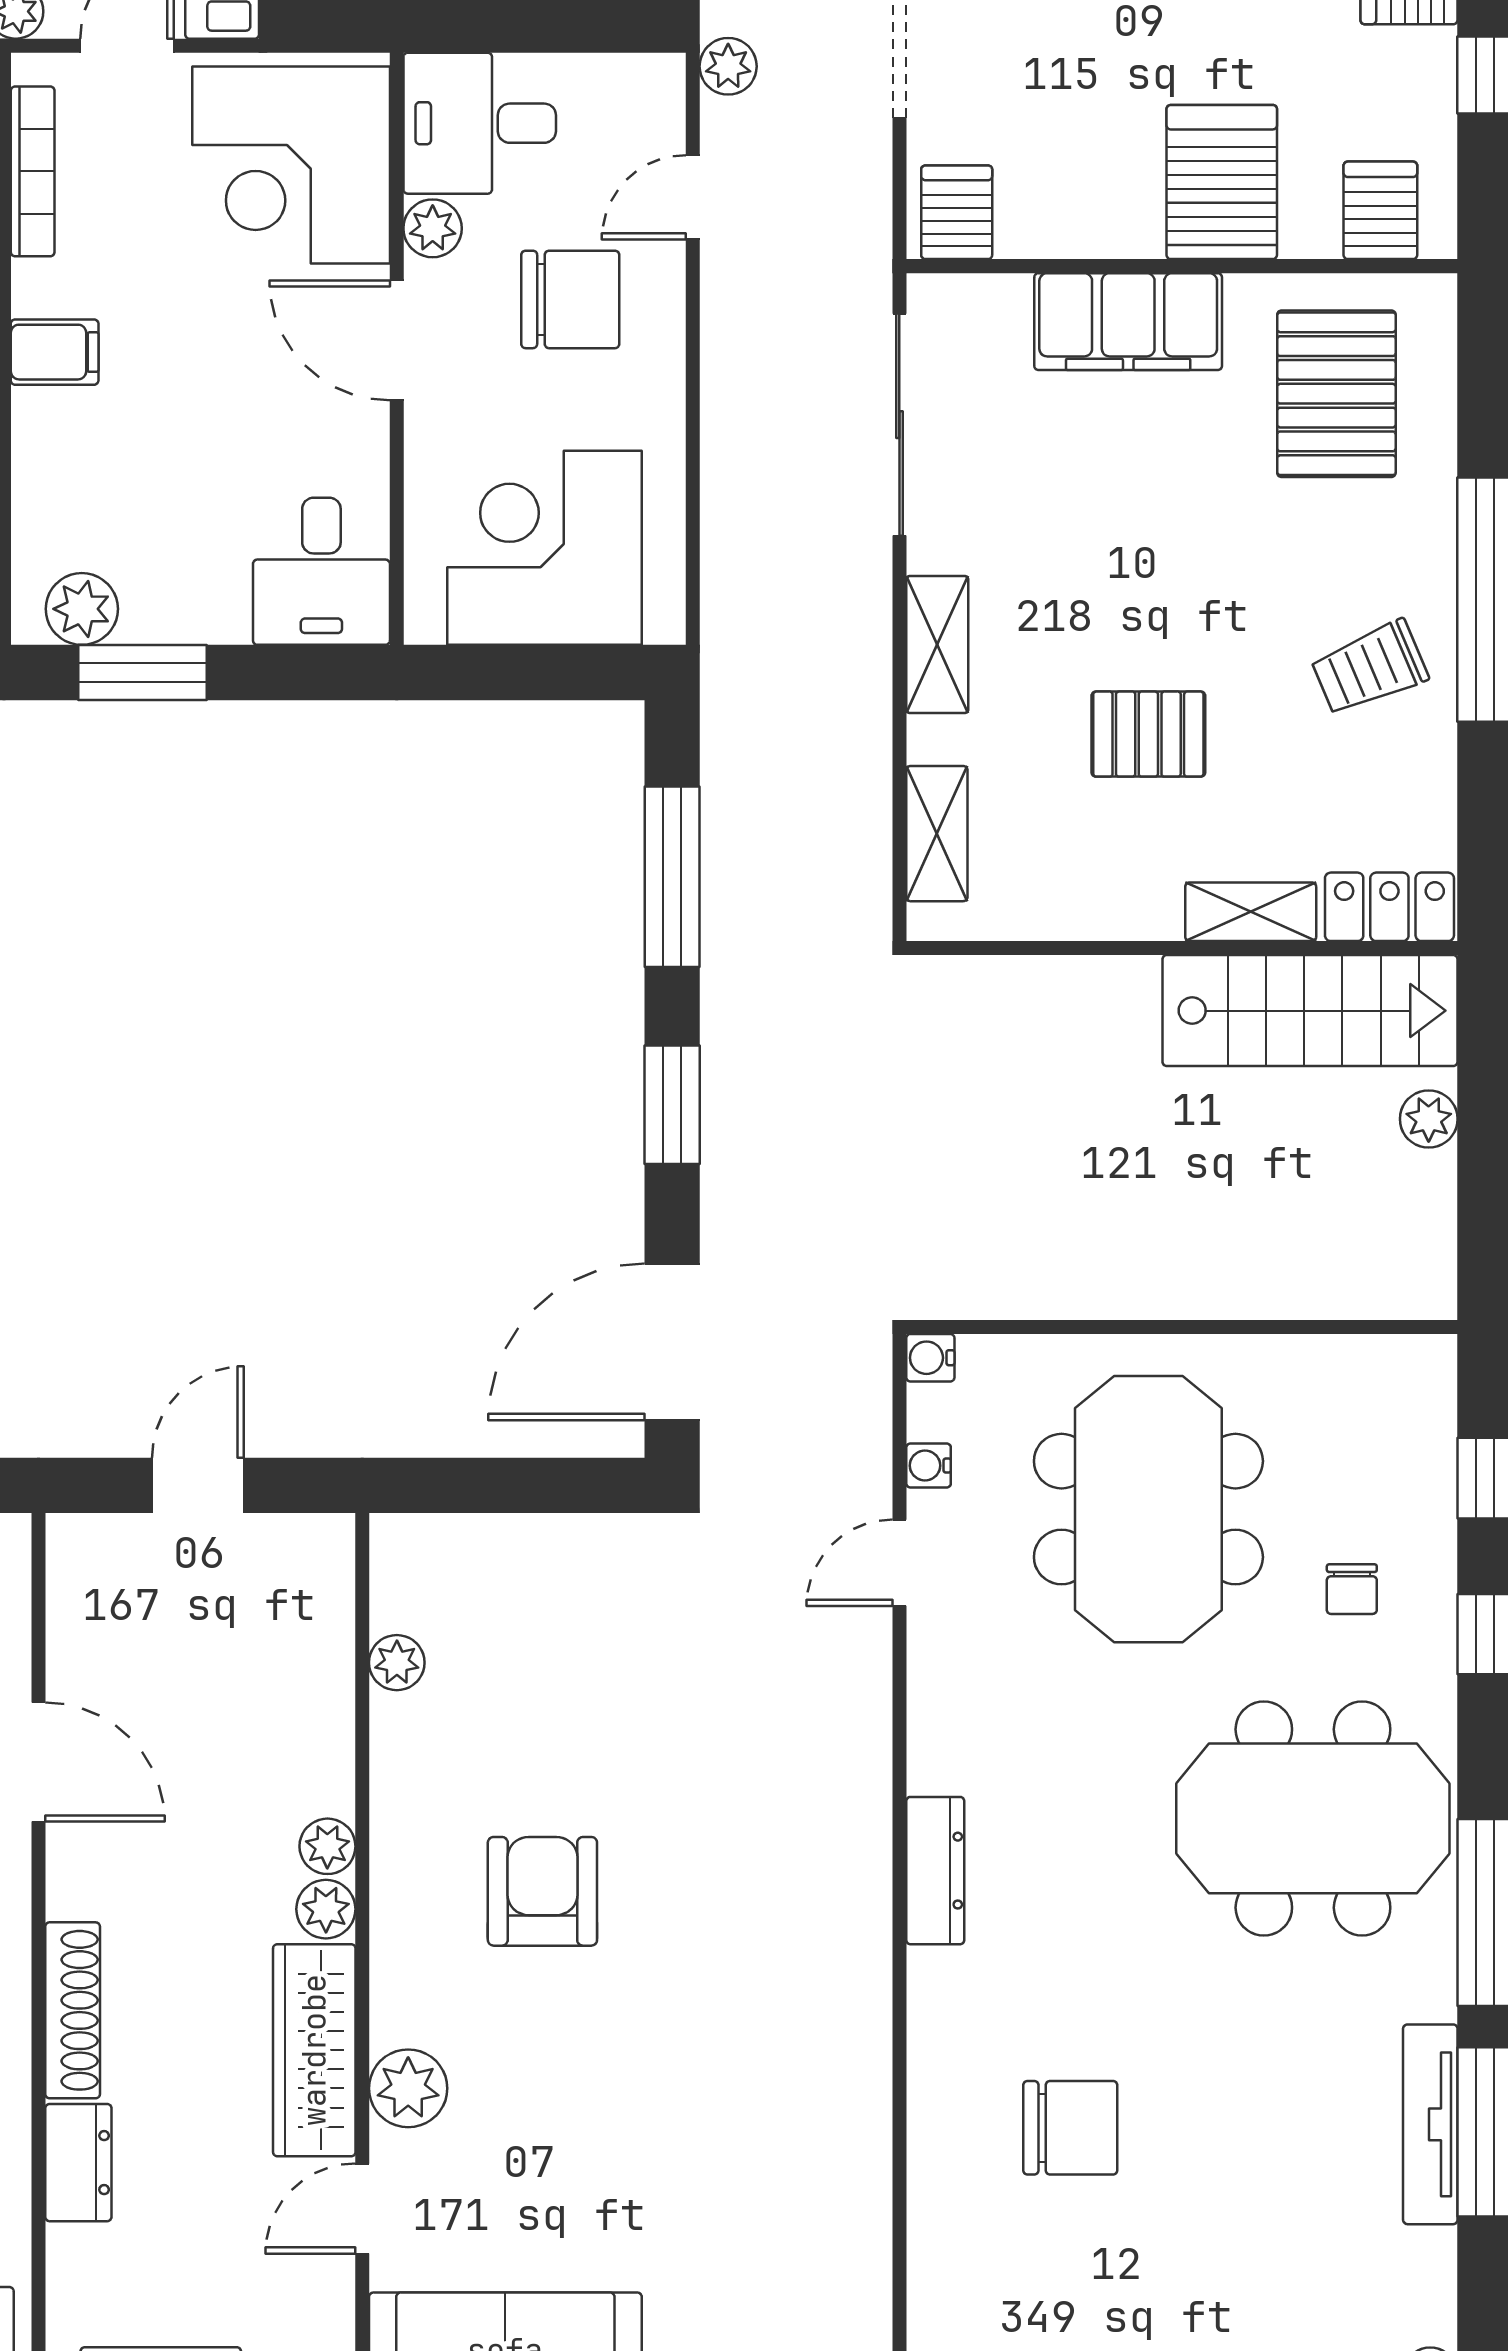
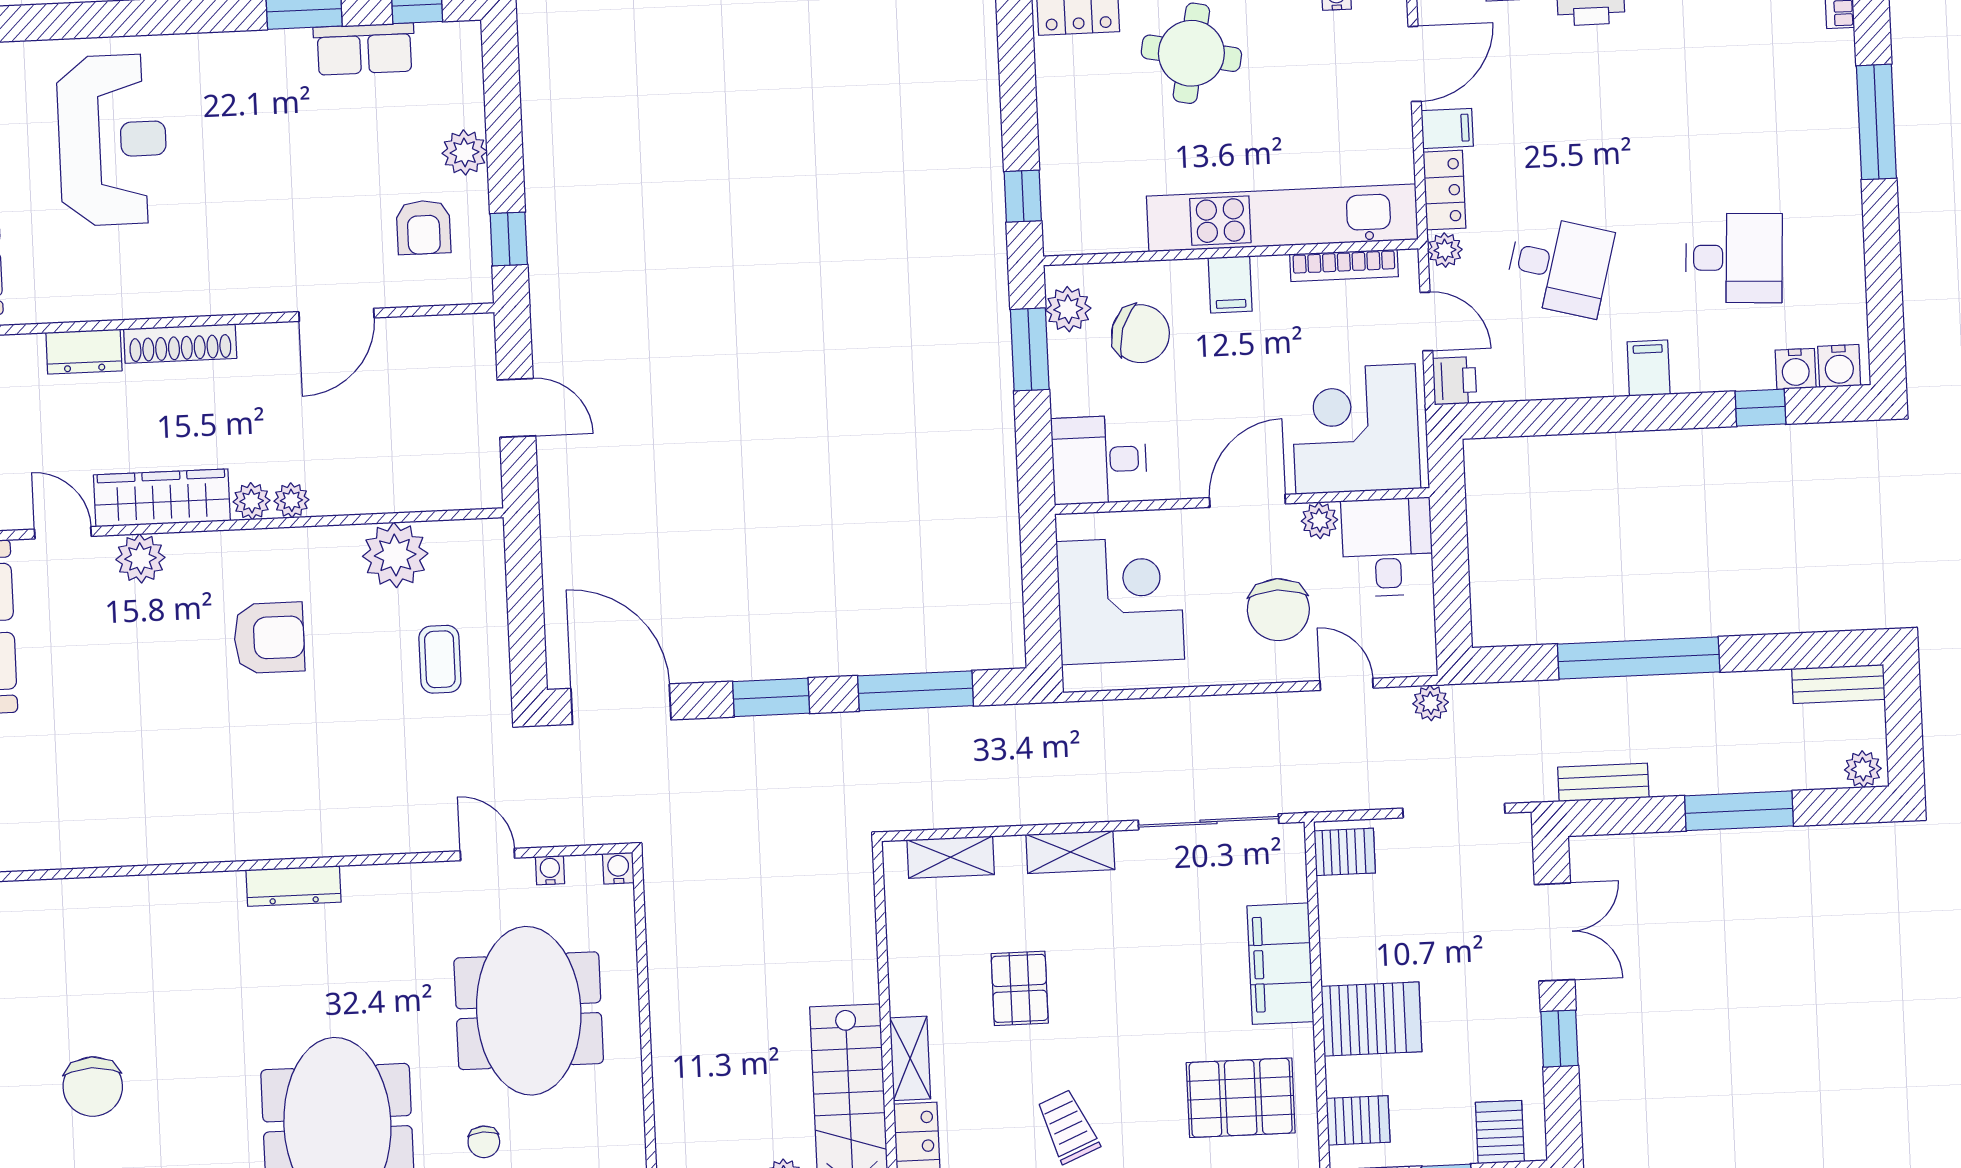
chair: (126, 497) -> (1140, 334), added
meeting table: (1148, 1509) -> (529, 1011), turned 90
chair: (1352, 1589) -> (484, 1142), turned -92
coffee table: (588, 1624) -> (440, 659), added
plant: (397, 1663) -> (395, 555), width x1.88, depth x1.88
chair: (1070, 2128) -> (93, 1087), moved

